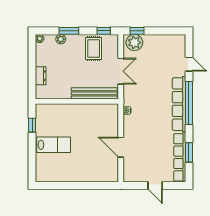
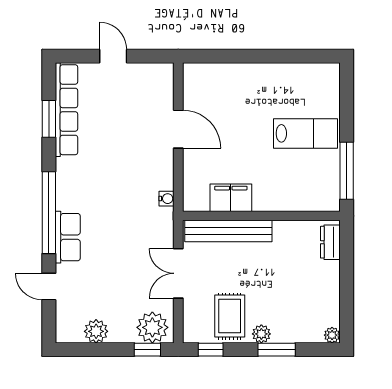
plant: (61, 39) -> (261, 334), moved
plant: (164, 41) -> (96, 331), added
dresser: (41, 76) -> (330, 242), moved
row of seats: (179, 104) -> (68, 237), width x0.50
filing cabinet: (93, 111) -> (231, 198), added
window: (32, 125) -> (347, 171), width x2.17
lab bench: (54, 145) -> (306, 133), turned 180

